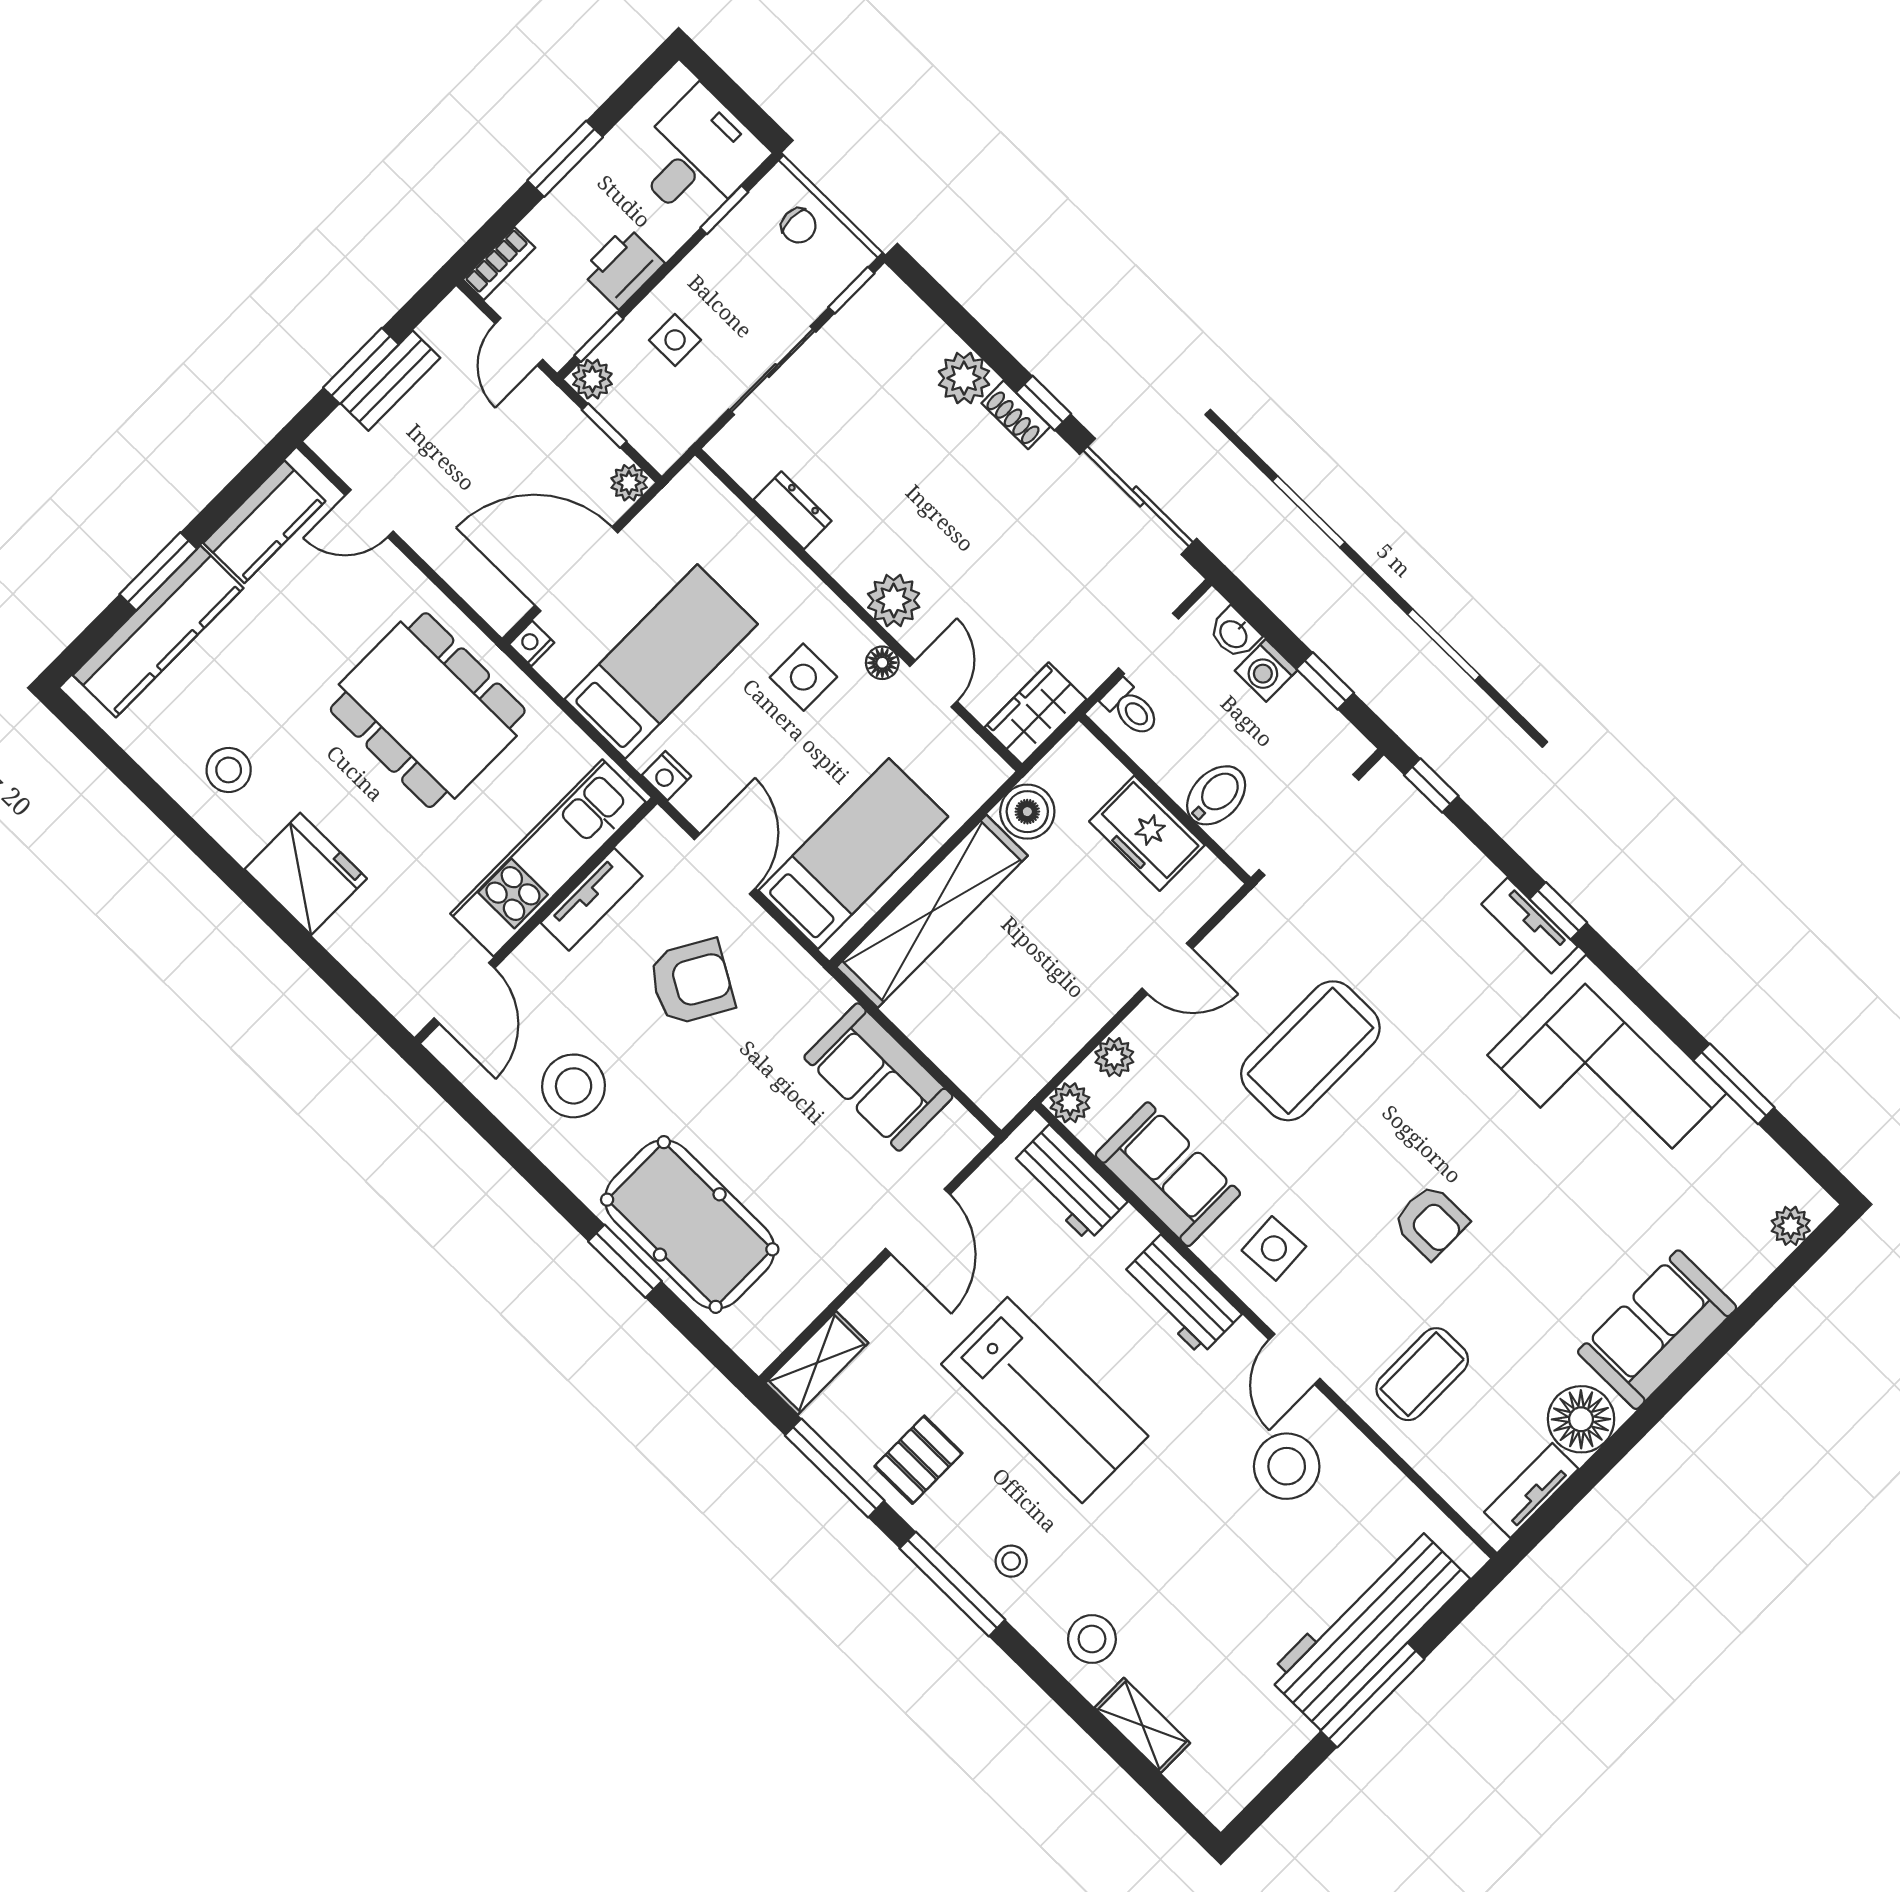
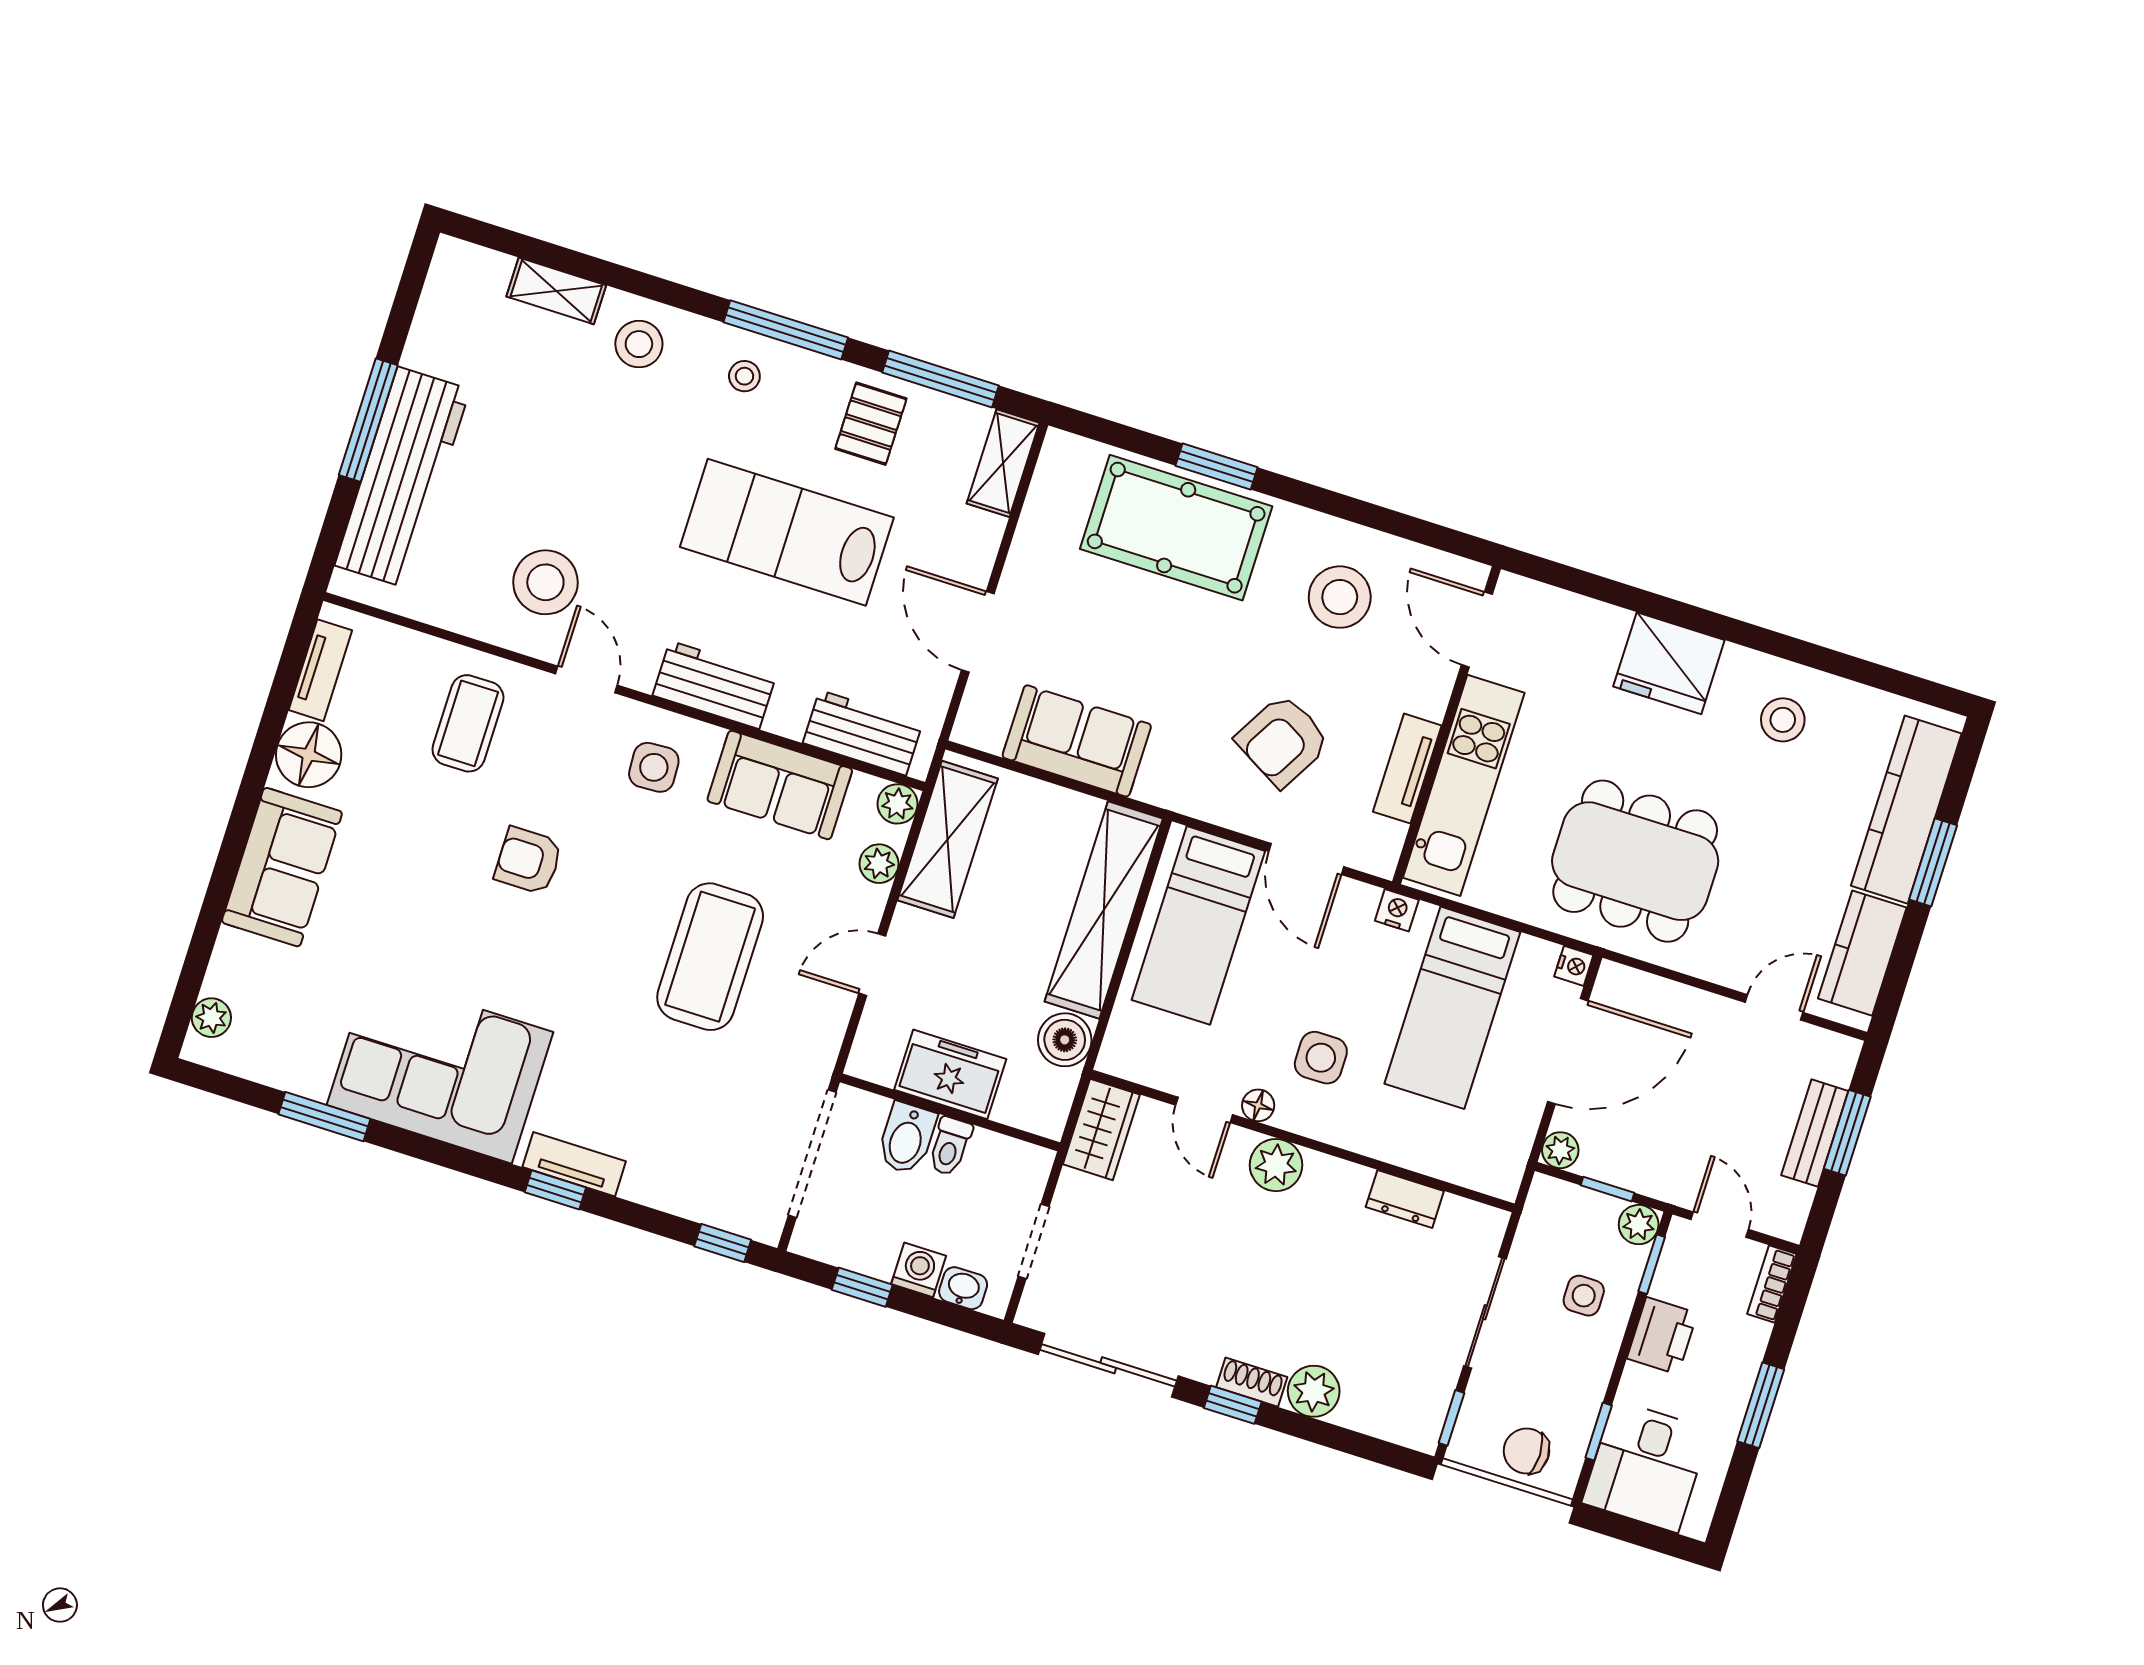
chair: (799, 226) -> (1526, 1451), width x1.37, depth x1.37
toilet: (1131, 708) -> (950, 1146), moved, turned -90
shelving: (1041, 1047) -> (948, 839), added

